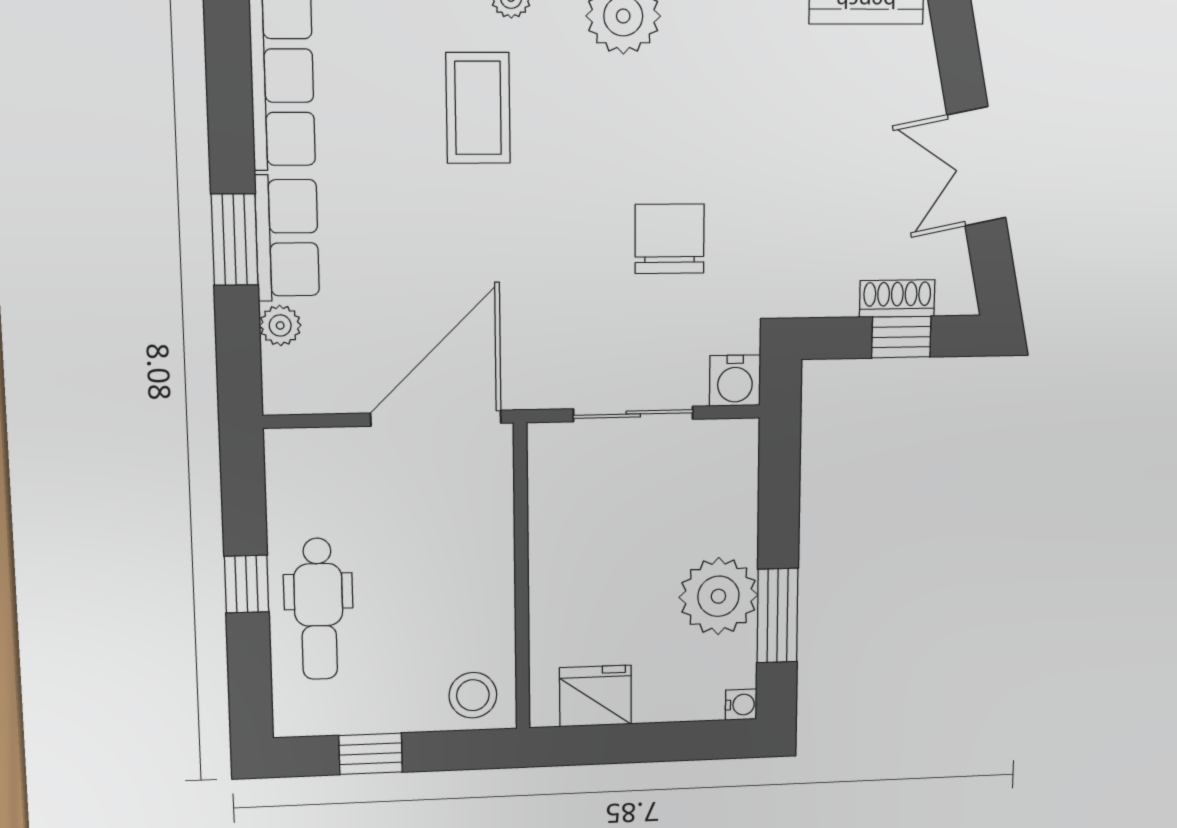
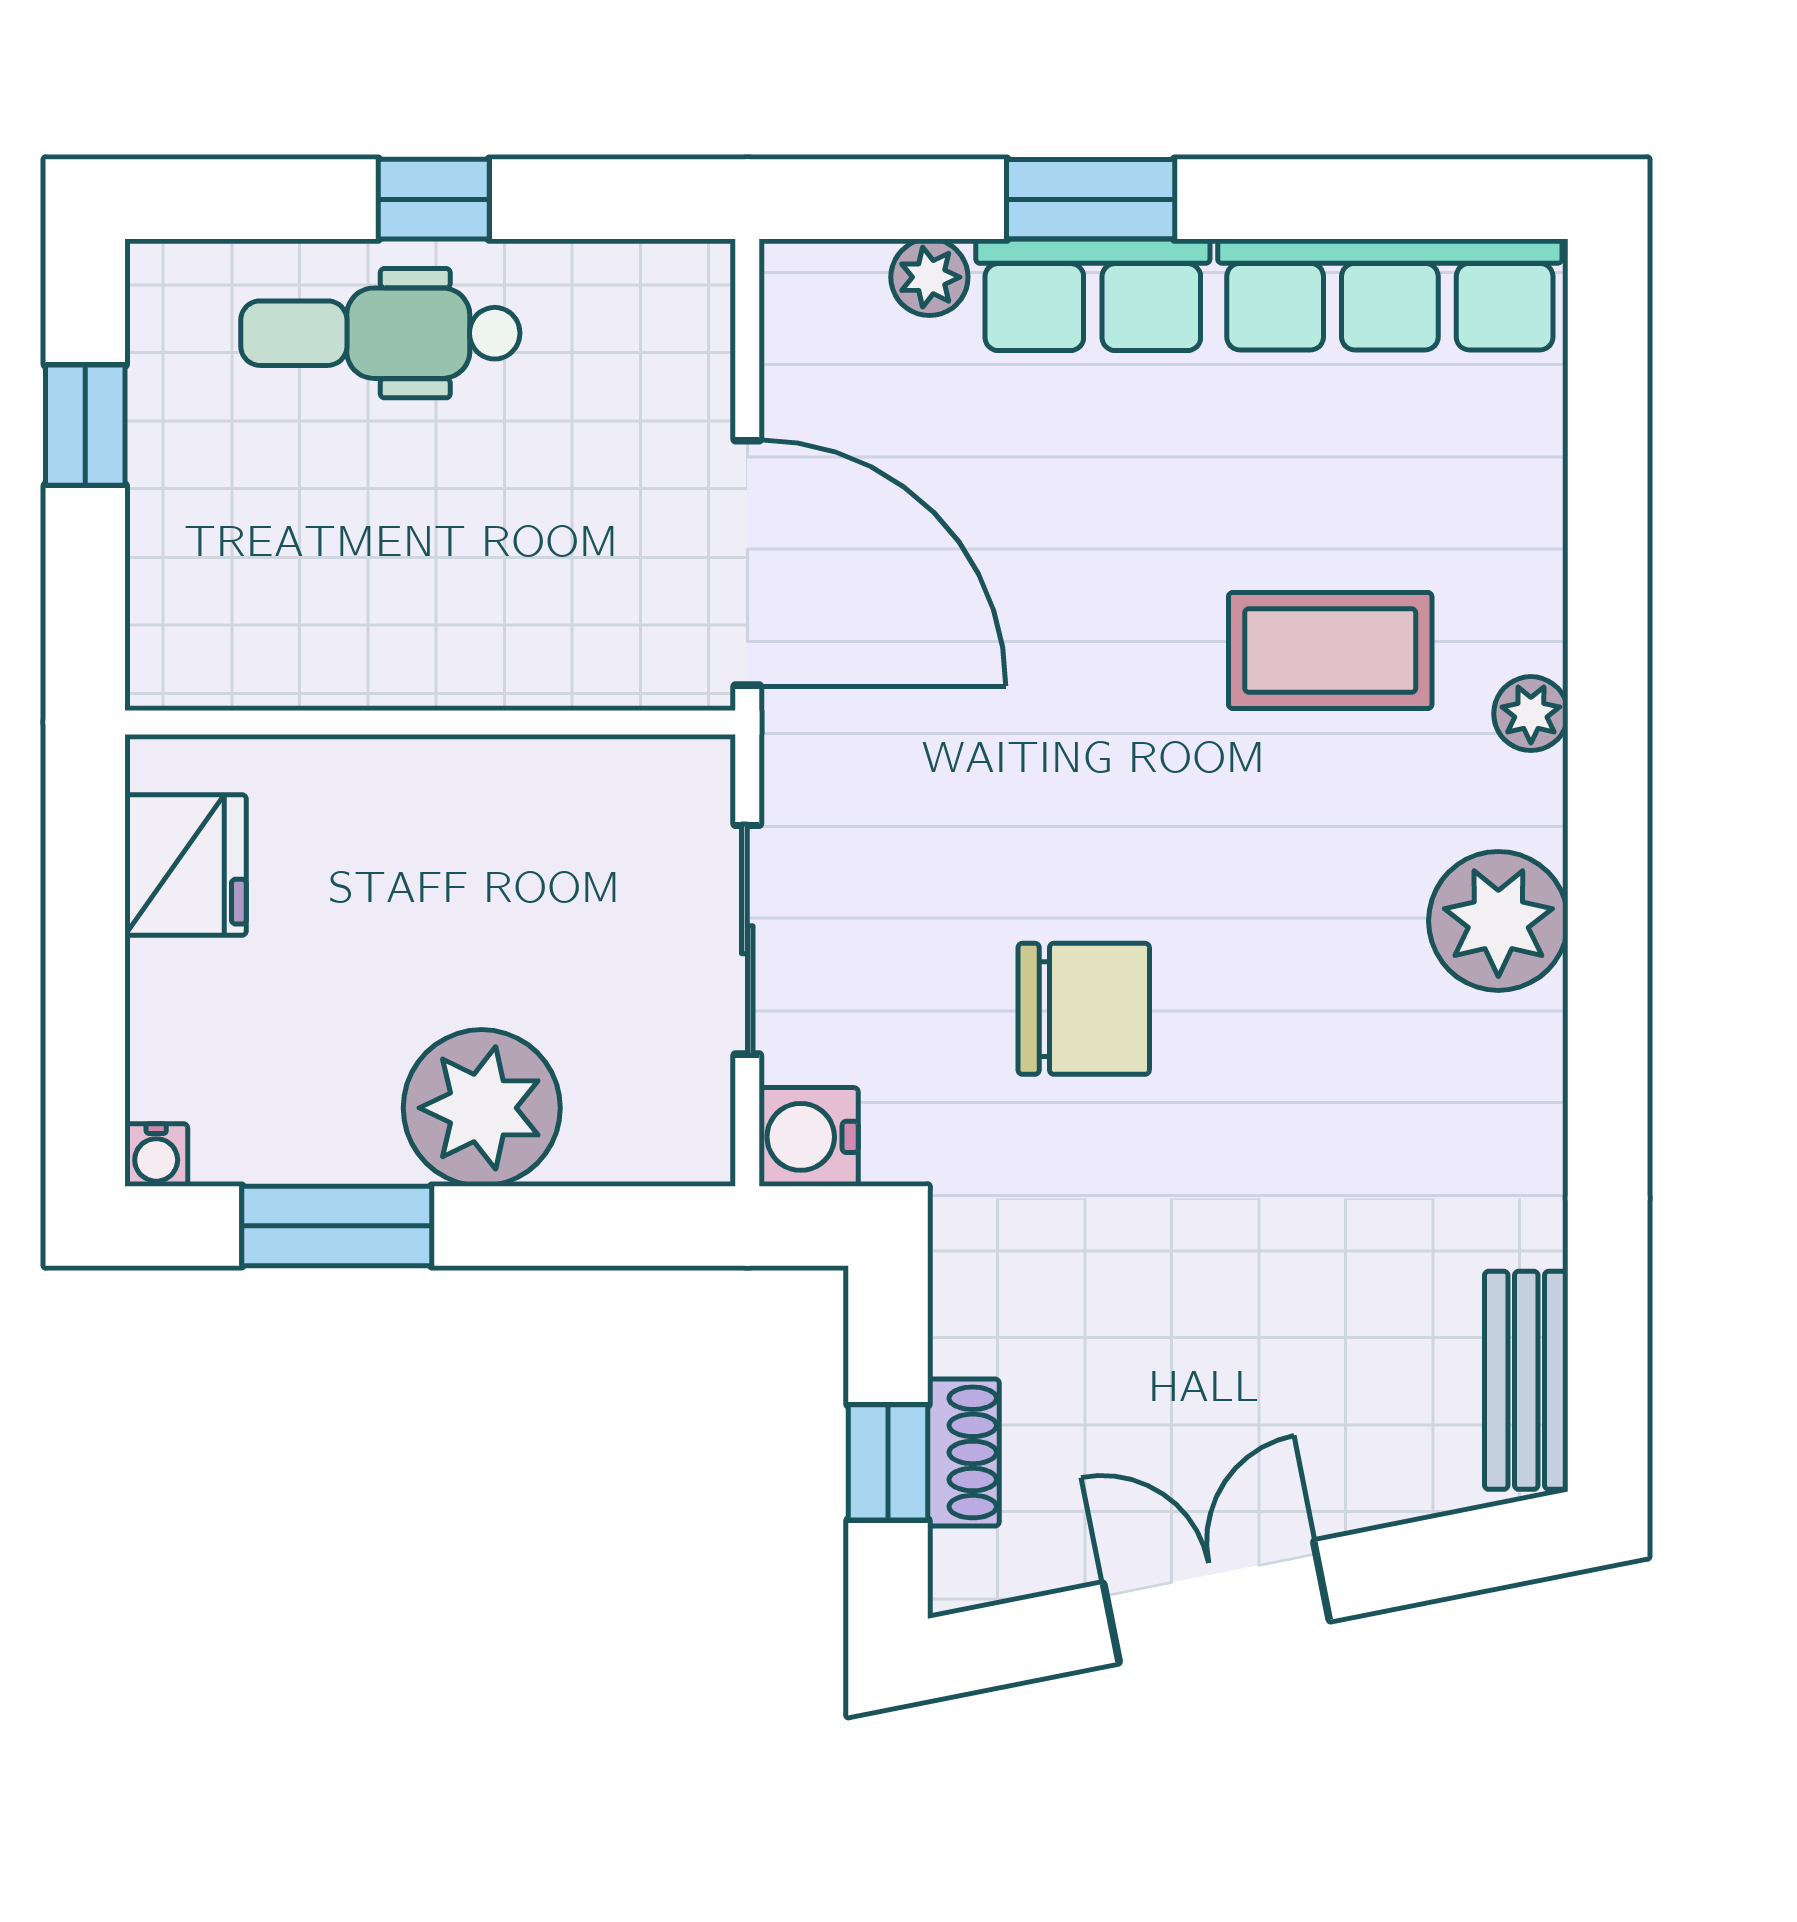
plant: (718, 596) -> (482, 1108), moved
stool: (473, 695) -> (196, 625), removed

